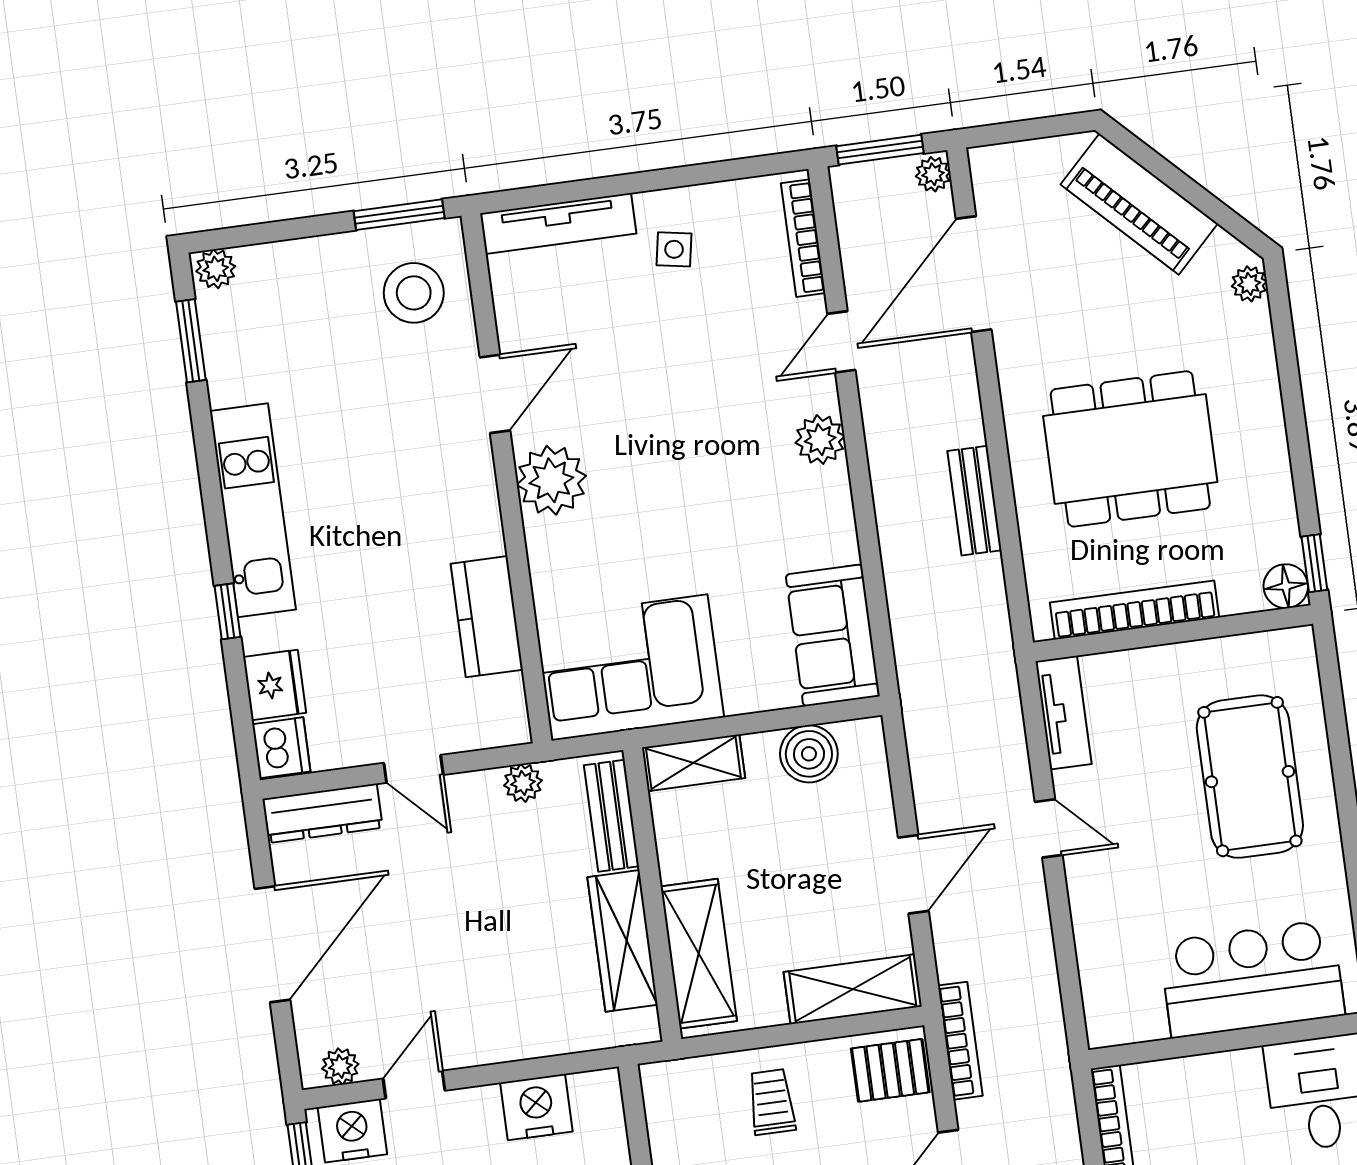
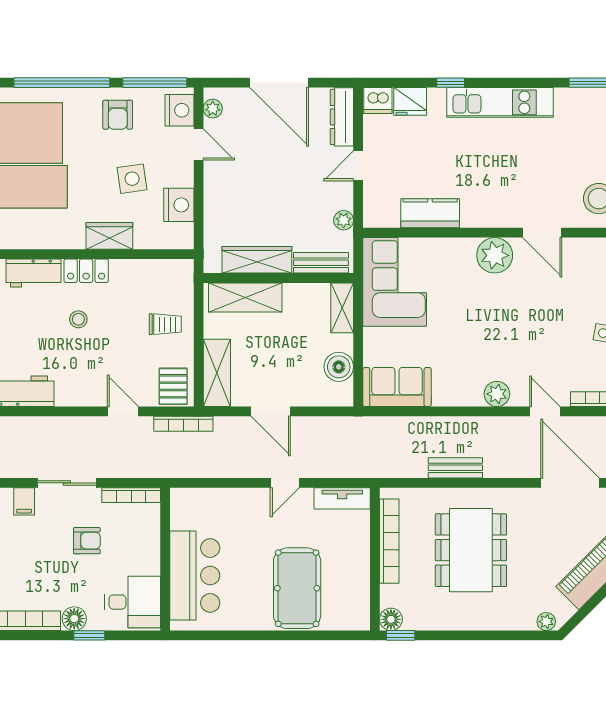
pool table: (1250, 777) -> (297, 588), turned 90

